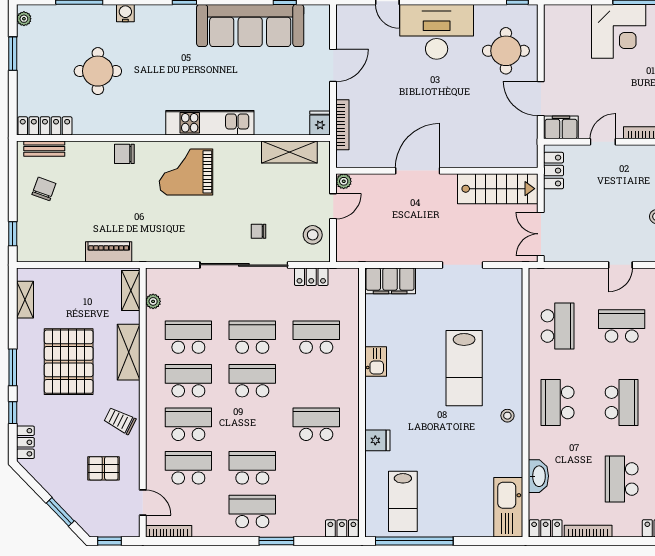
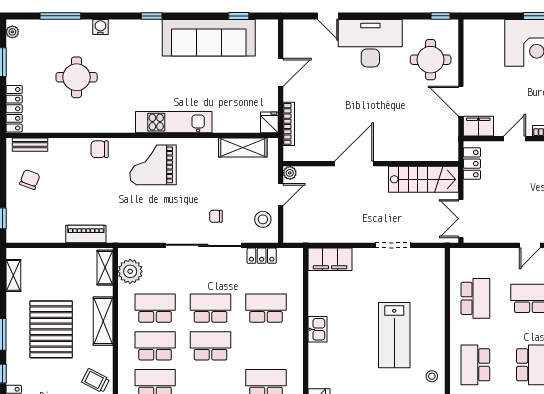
locker: (45, 126) -> (14, 109), moved, turned 90
plant: (153, 301) -> (130, 271), width x1.87, depth x1.87

